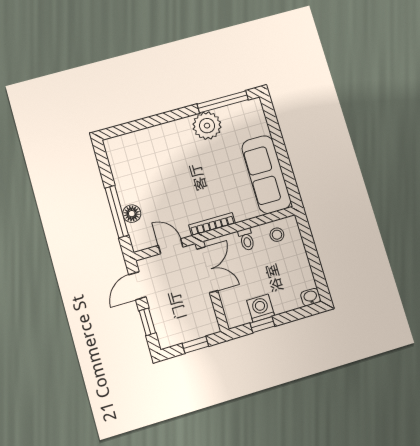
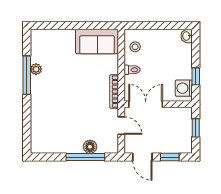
window: (223, 102) -> (27, 75), moved
plant: (207, 126) -> (36, 69), width x0.53, depth x0.53
sofa: (266, 174) -> (97, 41), width x0.73
door: (171, 246) -> (121, 126), swing flipped
washing machine: (261, 308) -> (184, 88), moved

